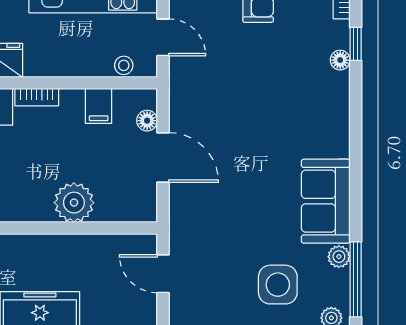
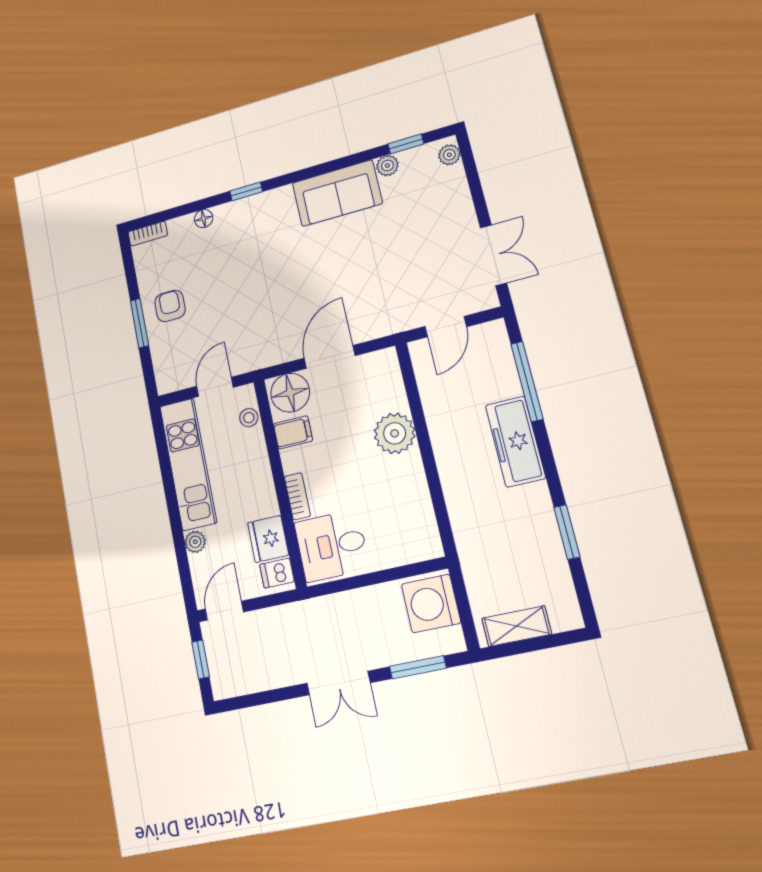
window: (356, 44) -> (246, 191), moved
floor lamp: (147, 121) -> (290, 393), width x1.89, depth x1.89
window: (356, 279) -> (406, 144), width x0.46
side table: (278, 285) -> (429, 214), removed

